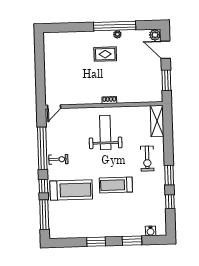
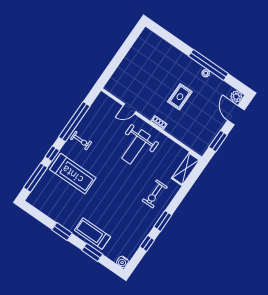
rug: (105, 54) -> (180, 97), moved, turned 90
door: (54, 107) -> (130, 109), moved
weight bench: (105, 133) -> (136, 147), turned 180
treadmill: (116, 185) -> (92, 233), moved
water cooler: (151, 231) -> (122, 262), moved

